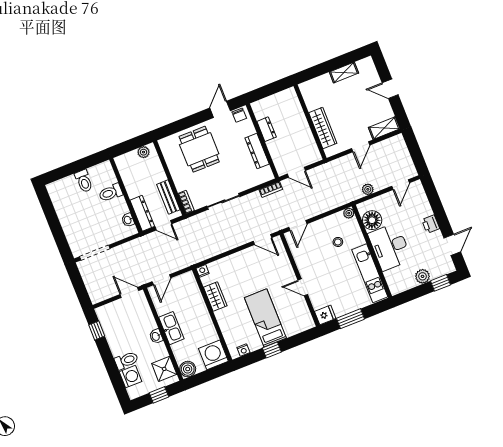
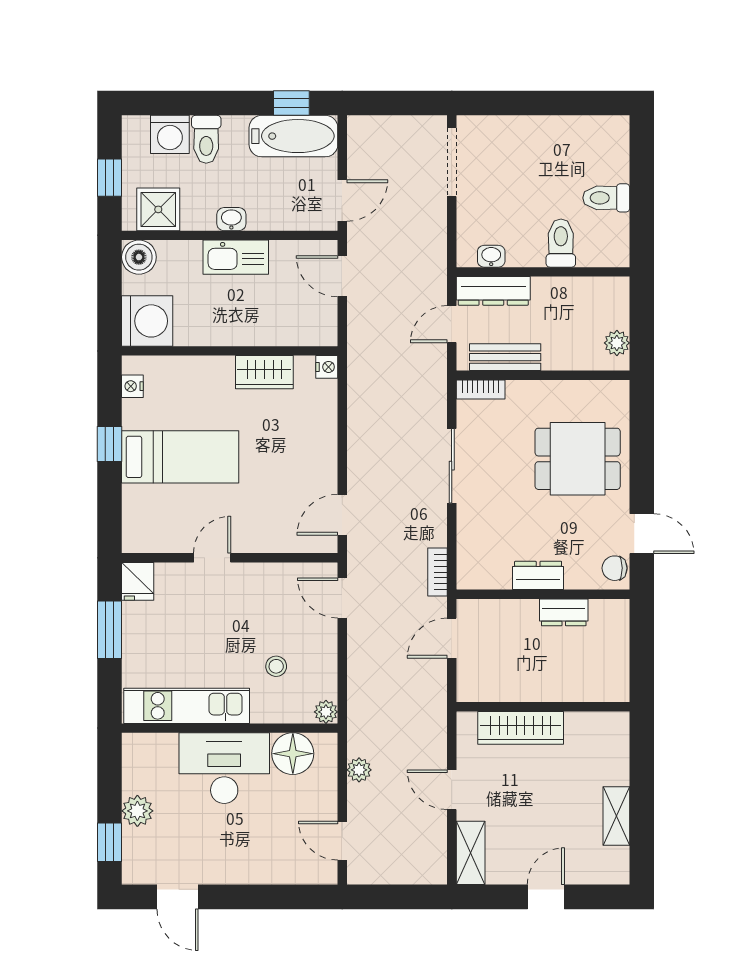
dresser: (257, 151) -> (538, 575), width x0.70
printer: (431, 224) -> (237, 870), removed
bathtub: (110, 324) -> (293, 136), added

